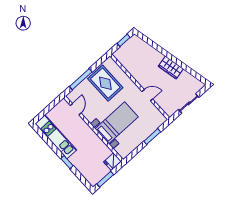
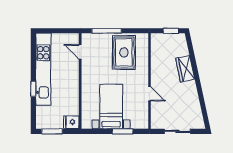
wardrobe: (171, 68) -> (185, 69), moved
door: (76, 109) -> (80, 52), swing flipped
bed with nightstands: (117, 123) -> (111, 107), moved, turned -90
kitchen unit: (56, 137) -> (43, 69), width x1.36

